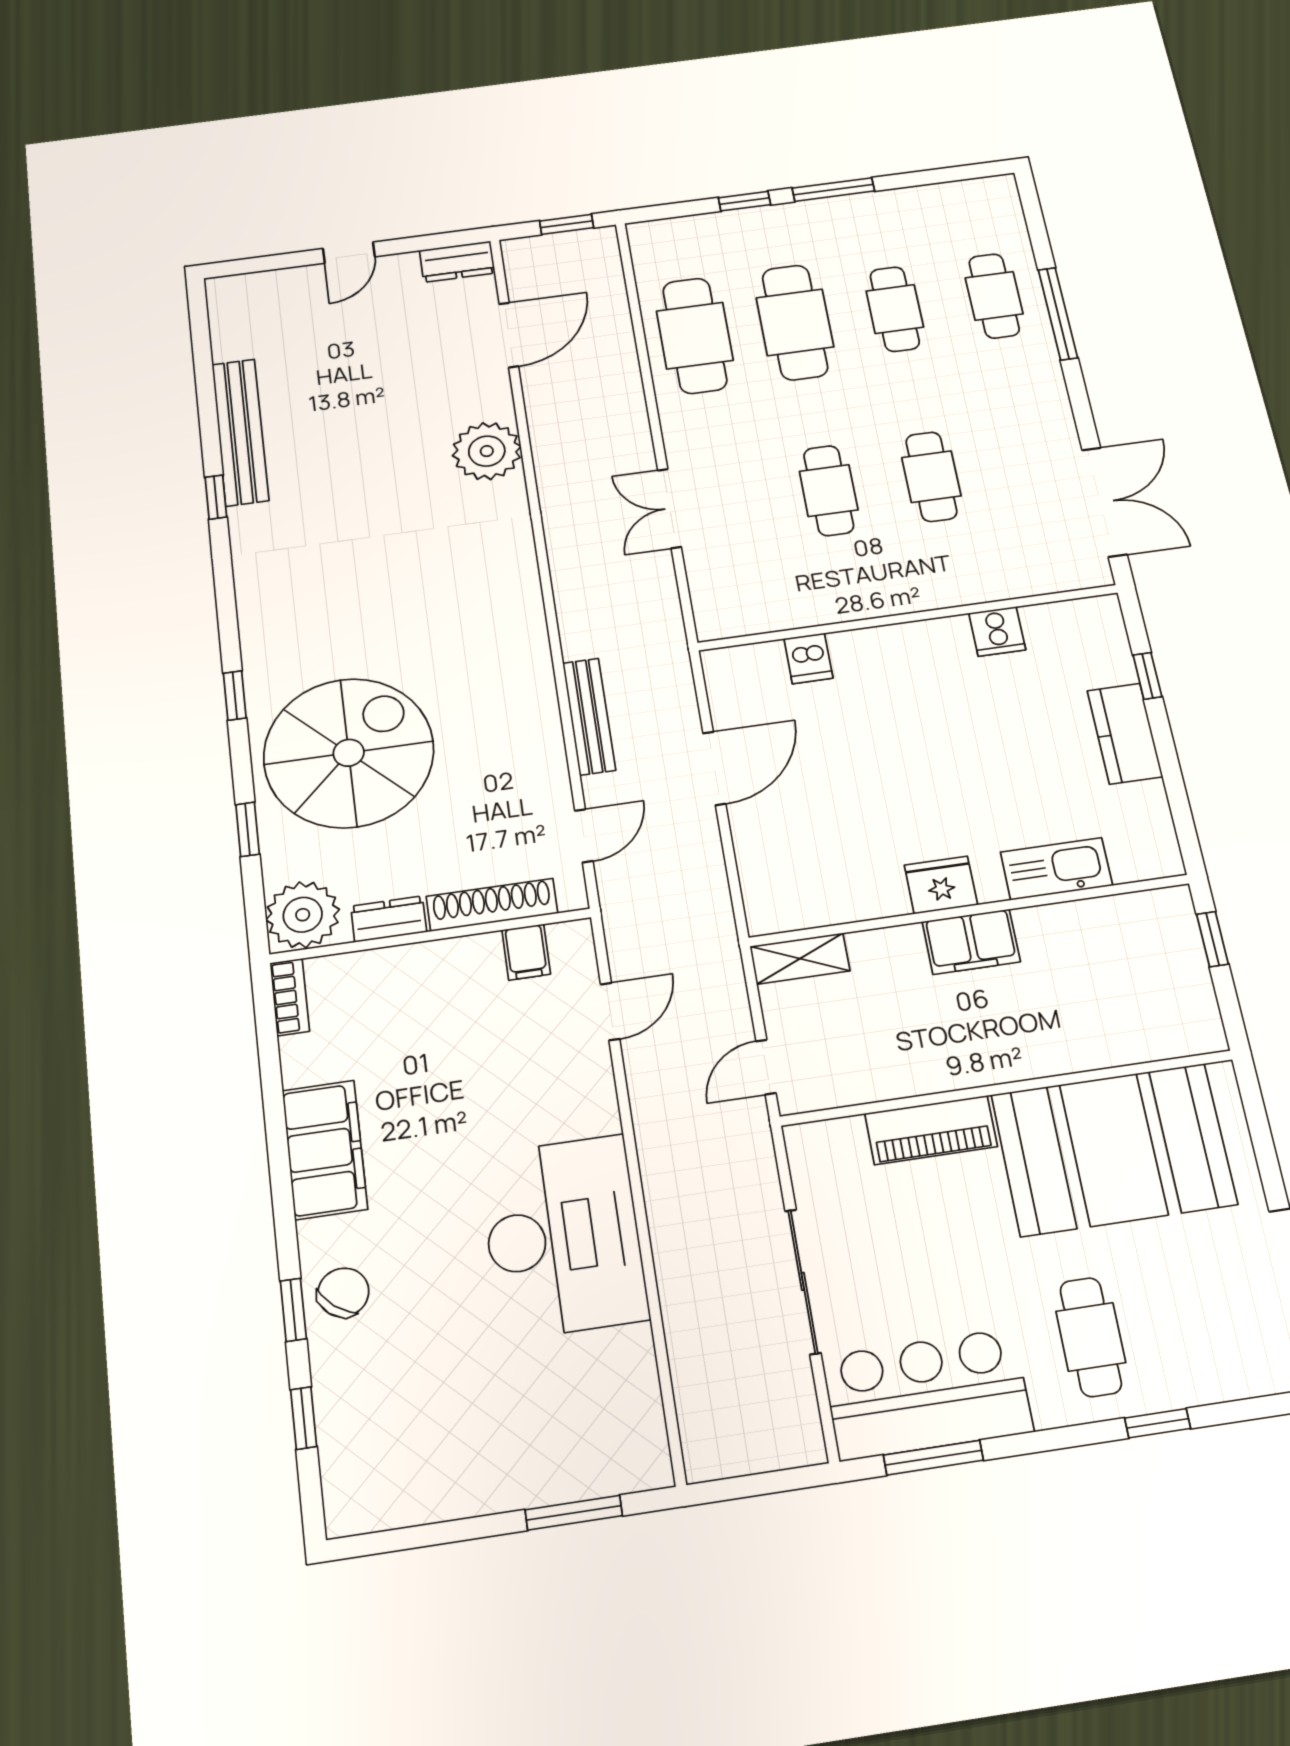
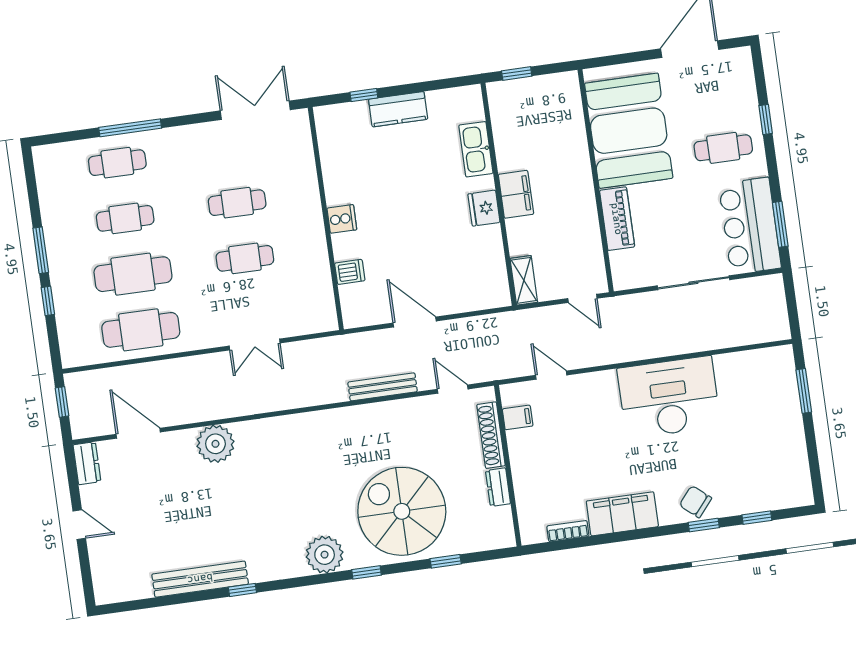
cooker: (997, 631) -> (342, 219), moved
plant: (303, 915) -> (325, 555), moved
bookcase: (290, 997) -> (568, 531), moved

